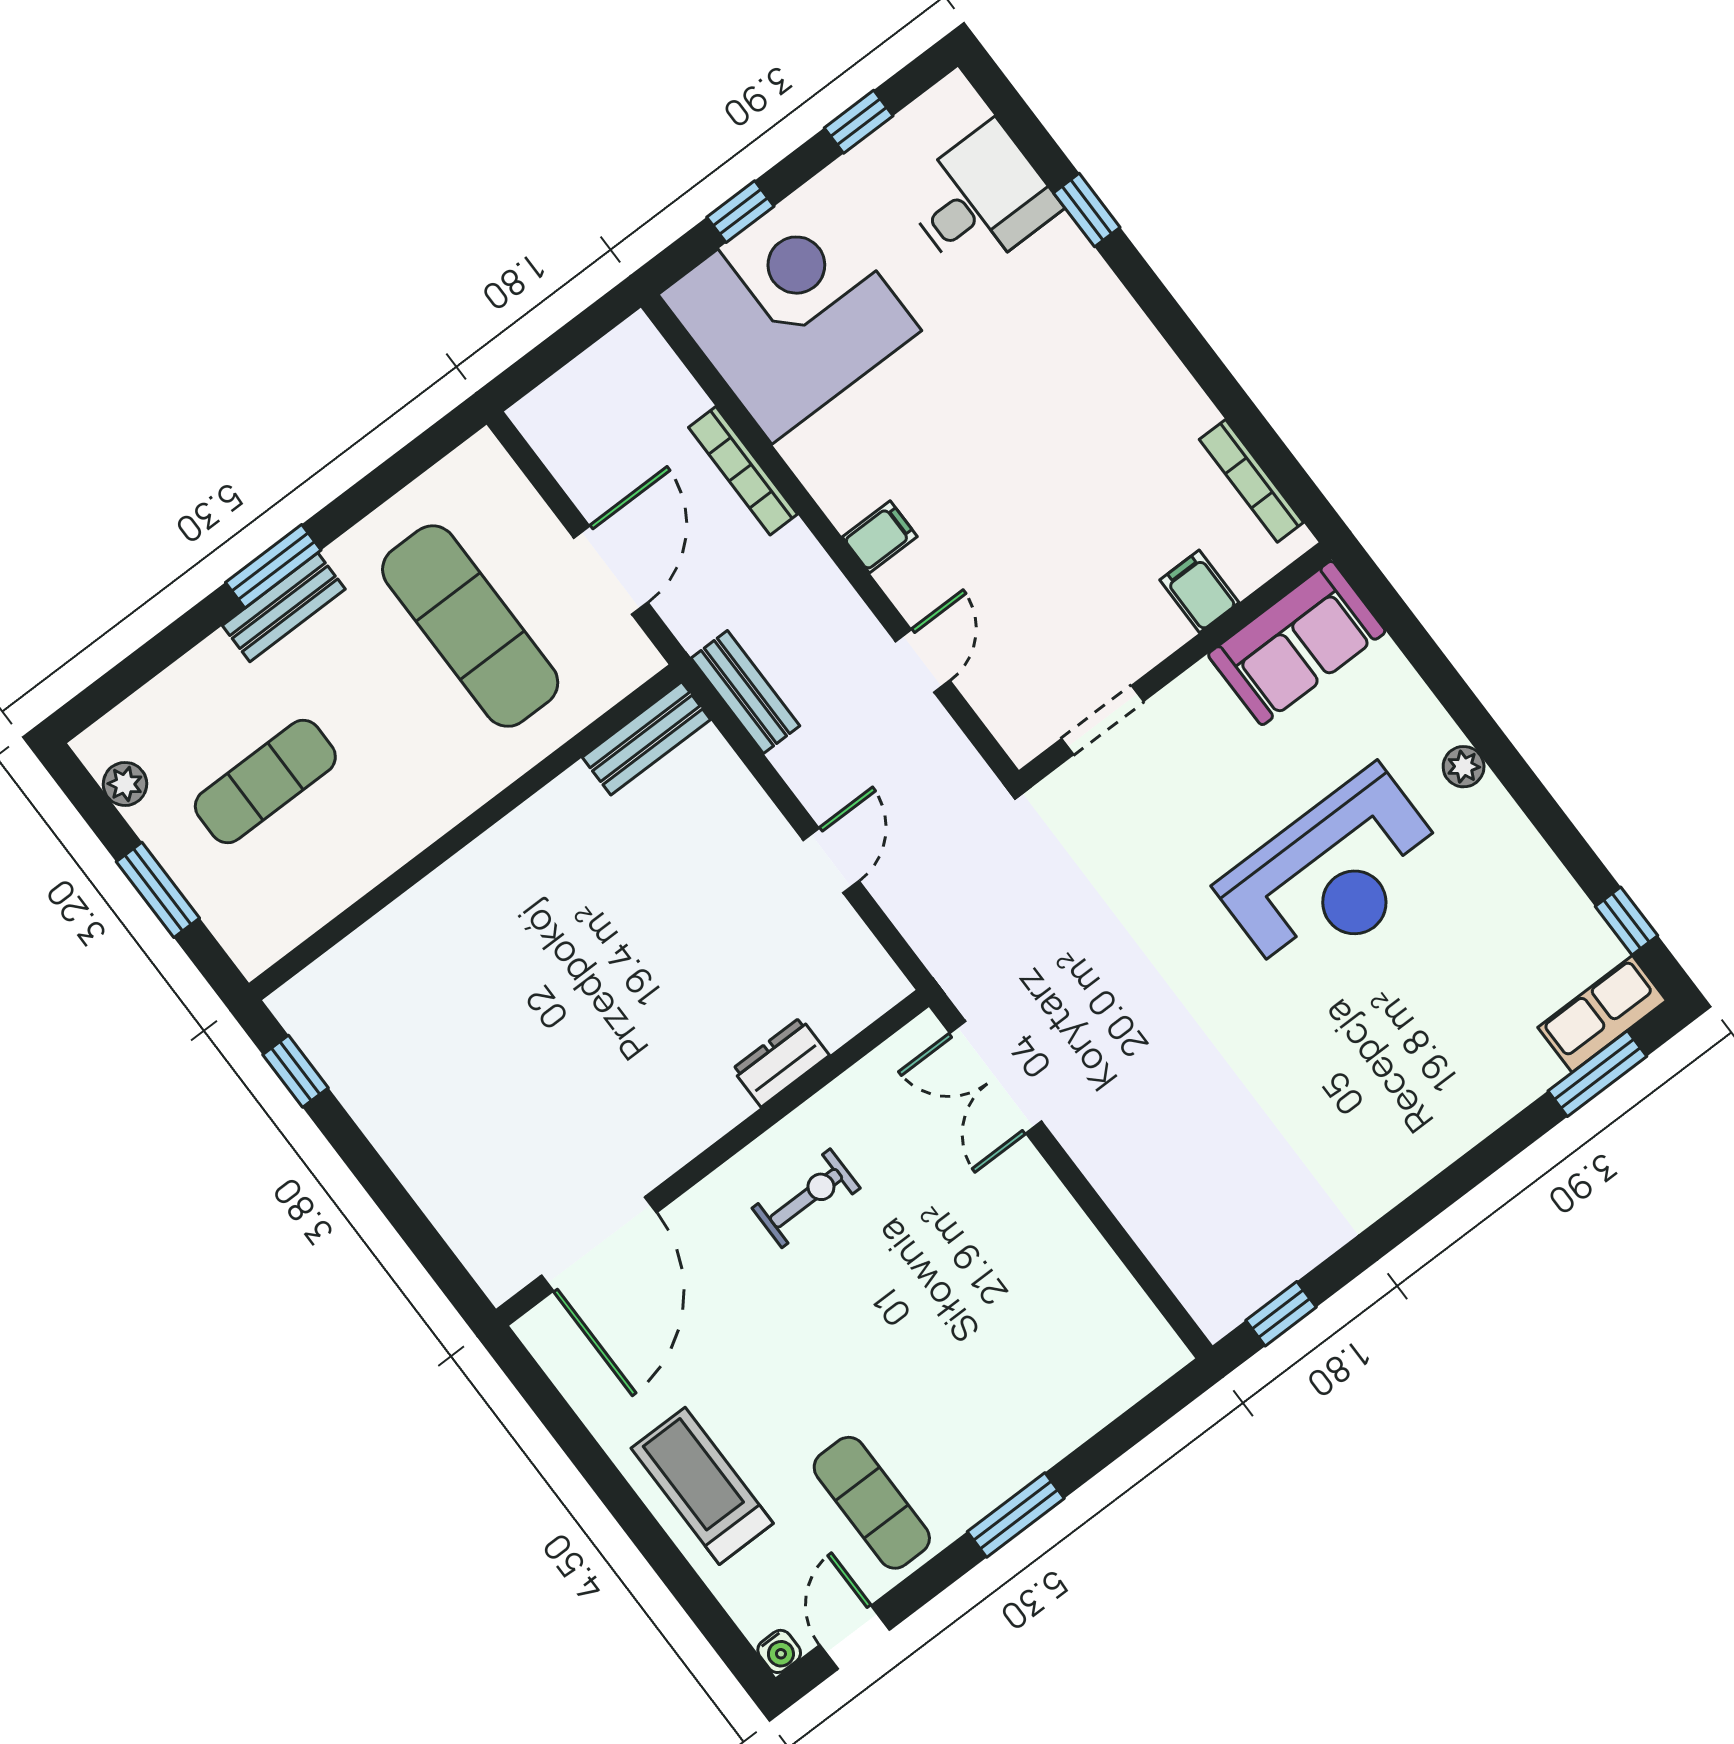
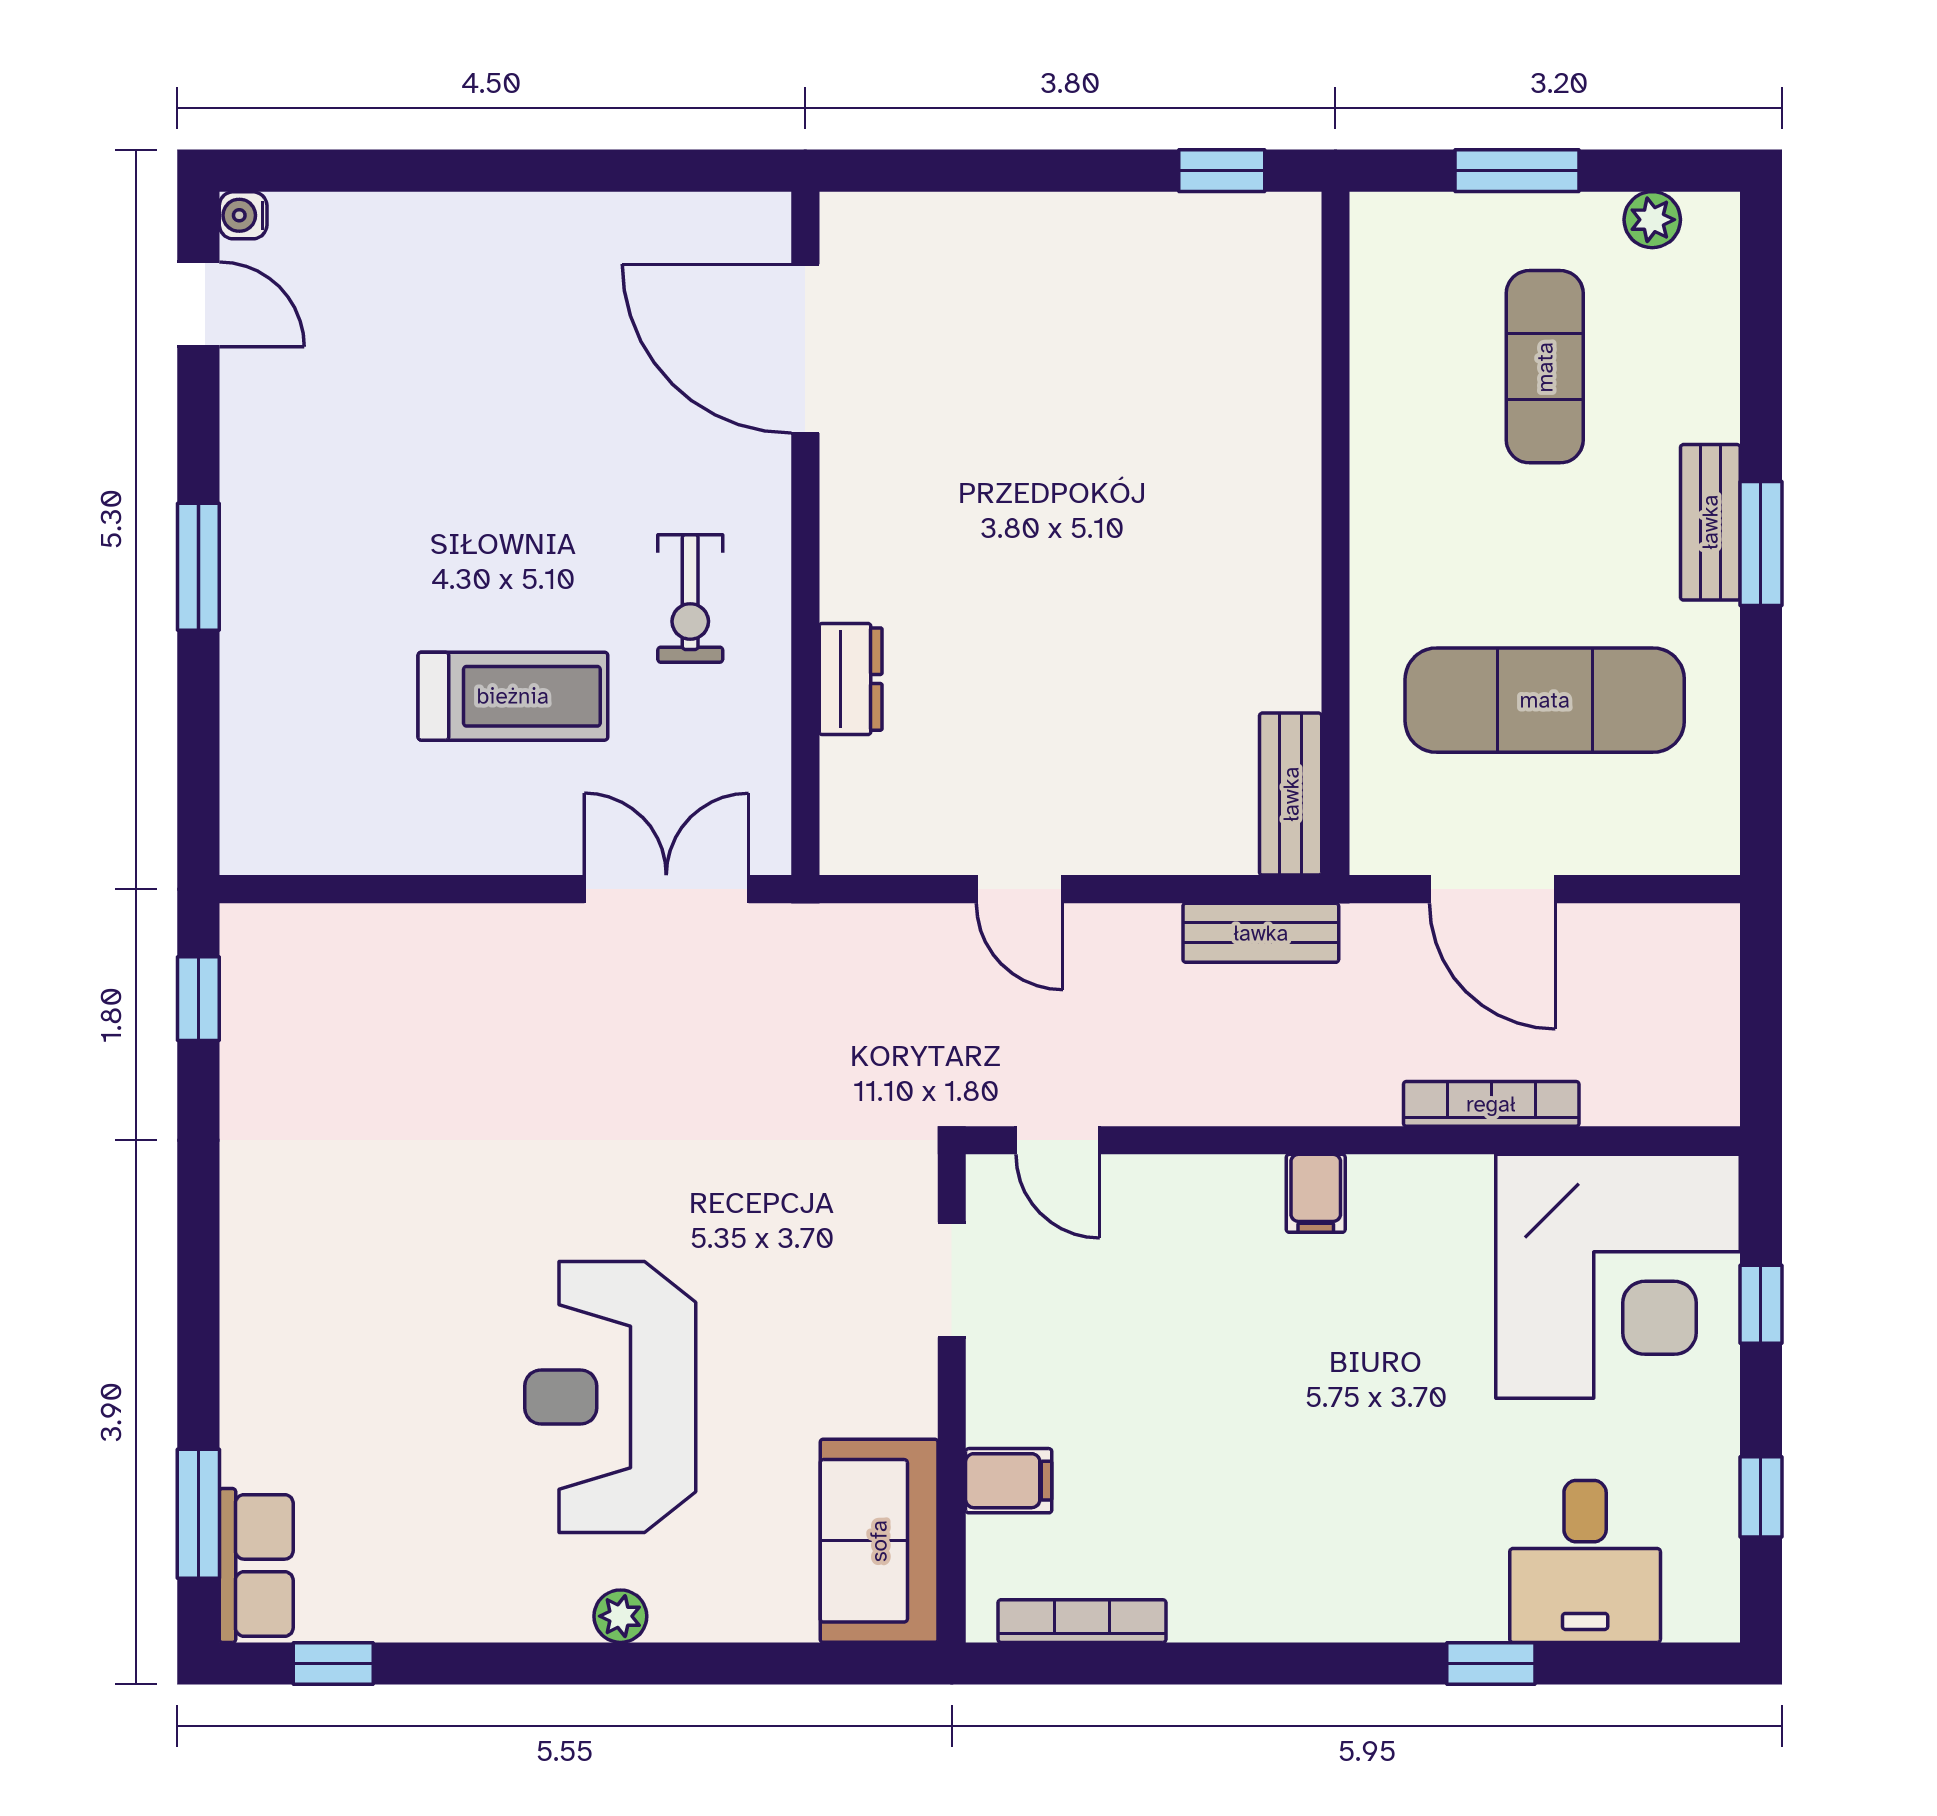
door: (923, 661) -> (1058, 1140), moved
treadmill: (702, 1486) -> (513, 696), moved
exercise mat: (872, 1503) -> (324, 428), removed

